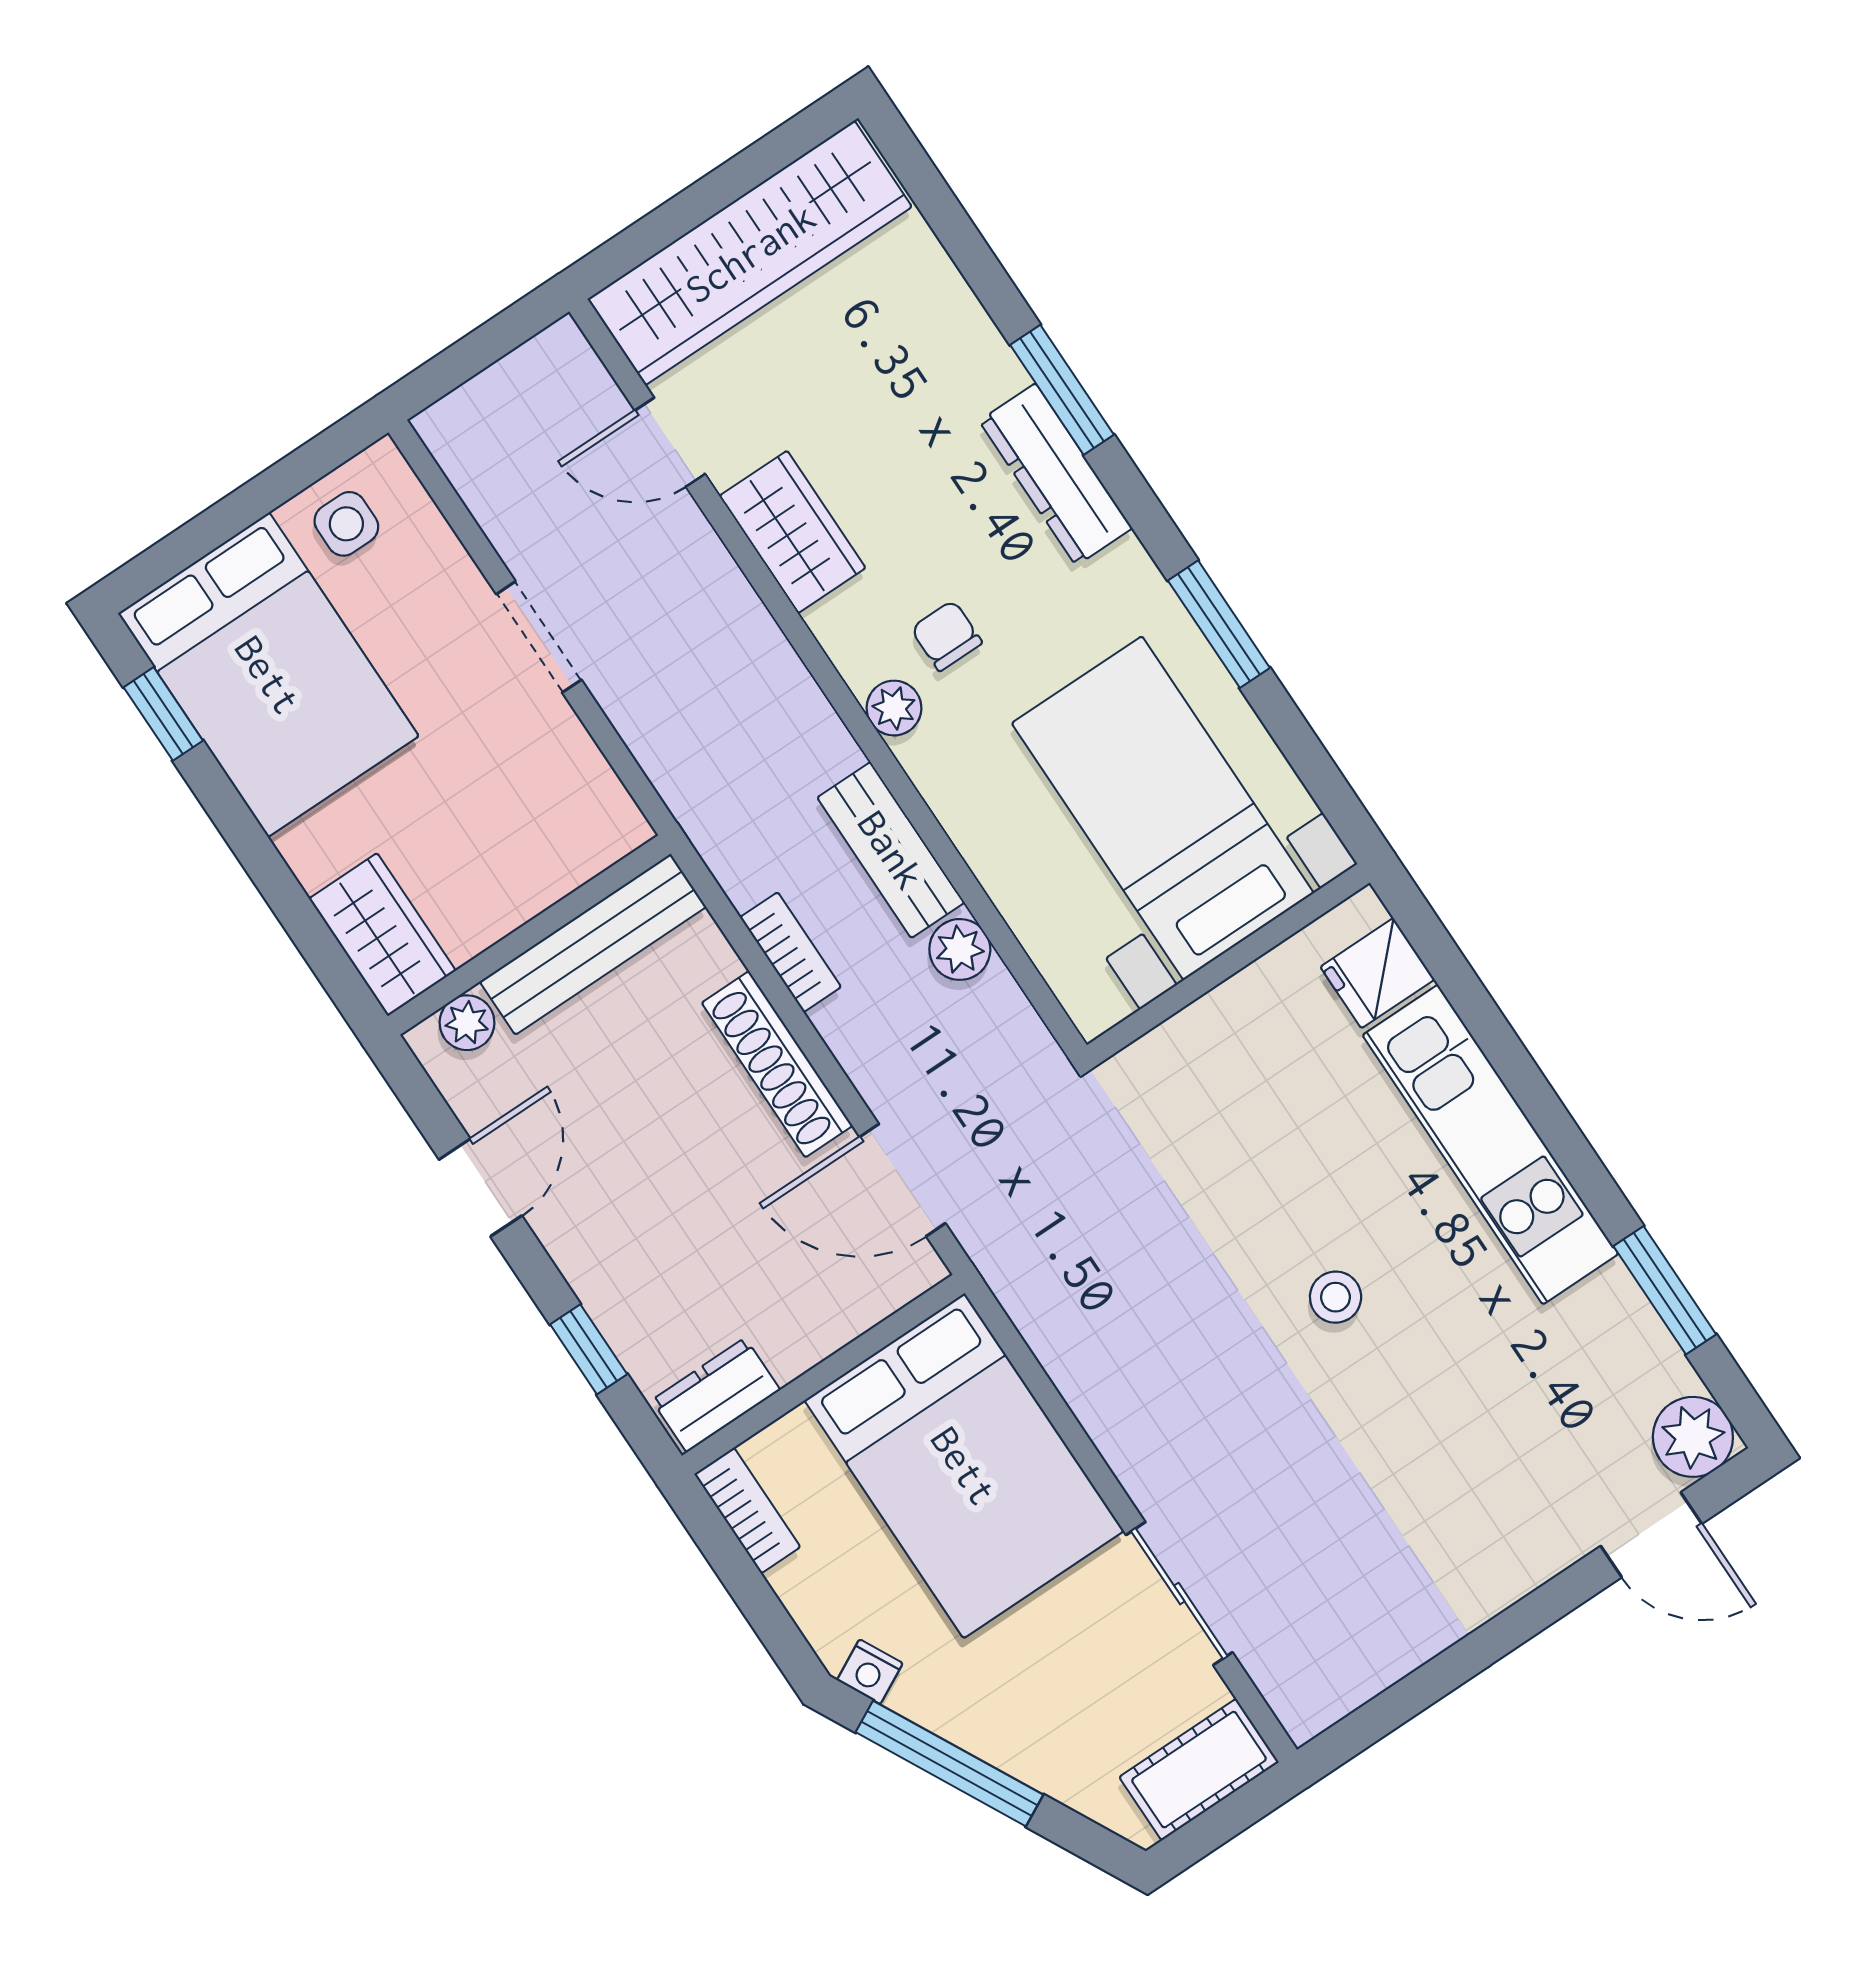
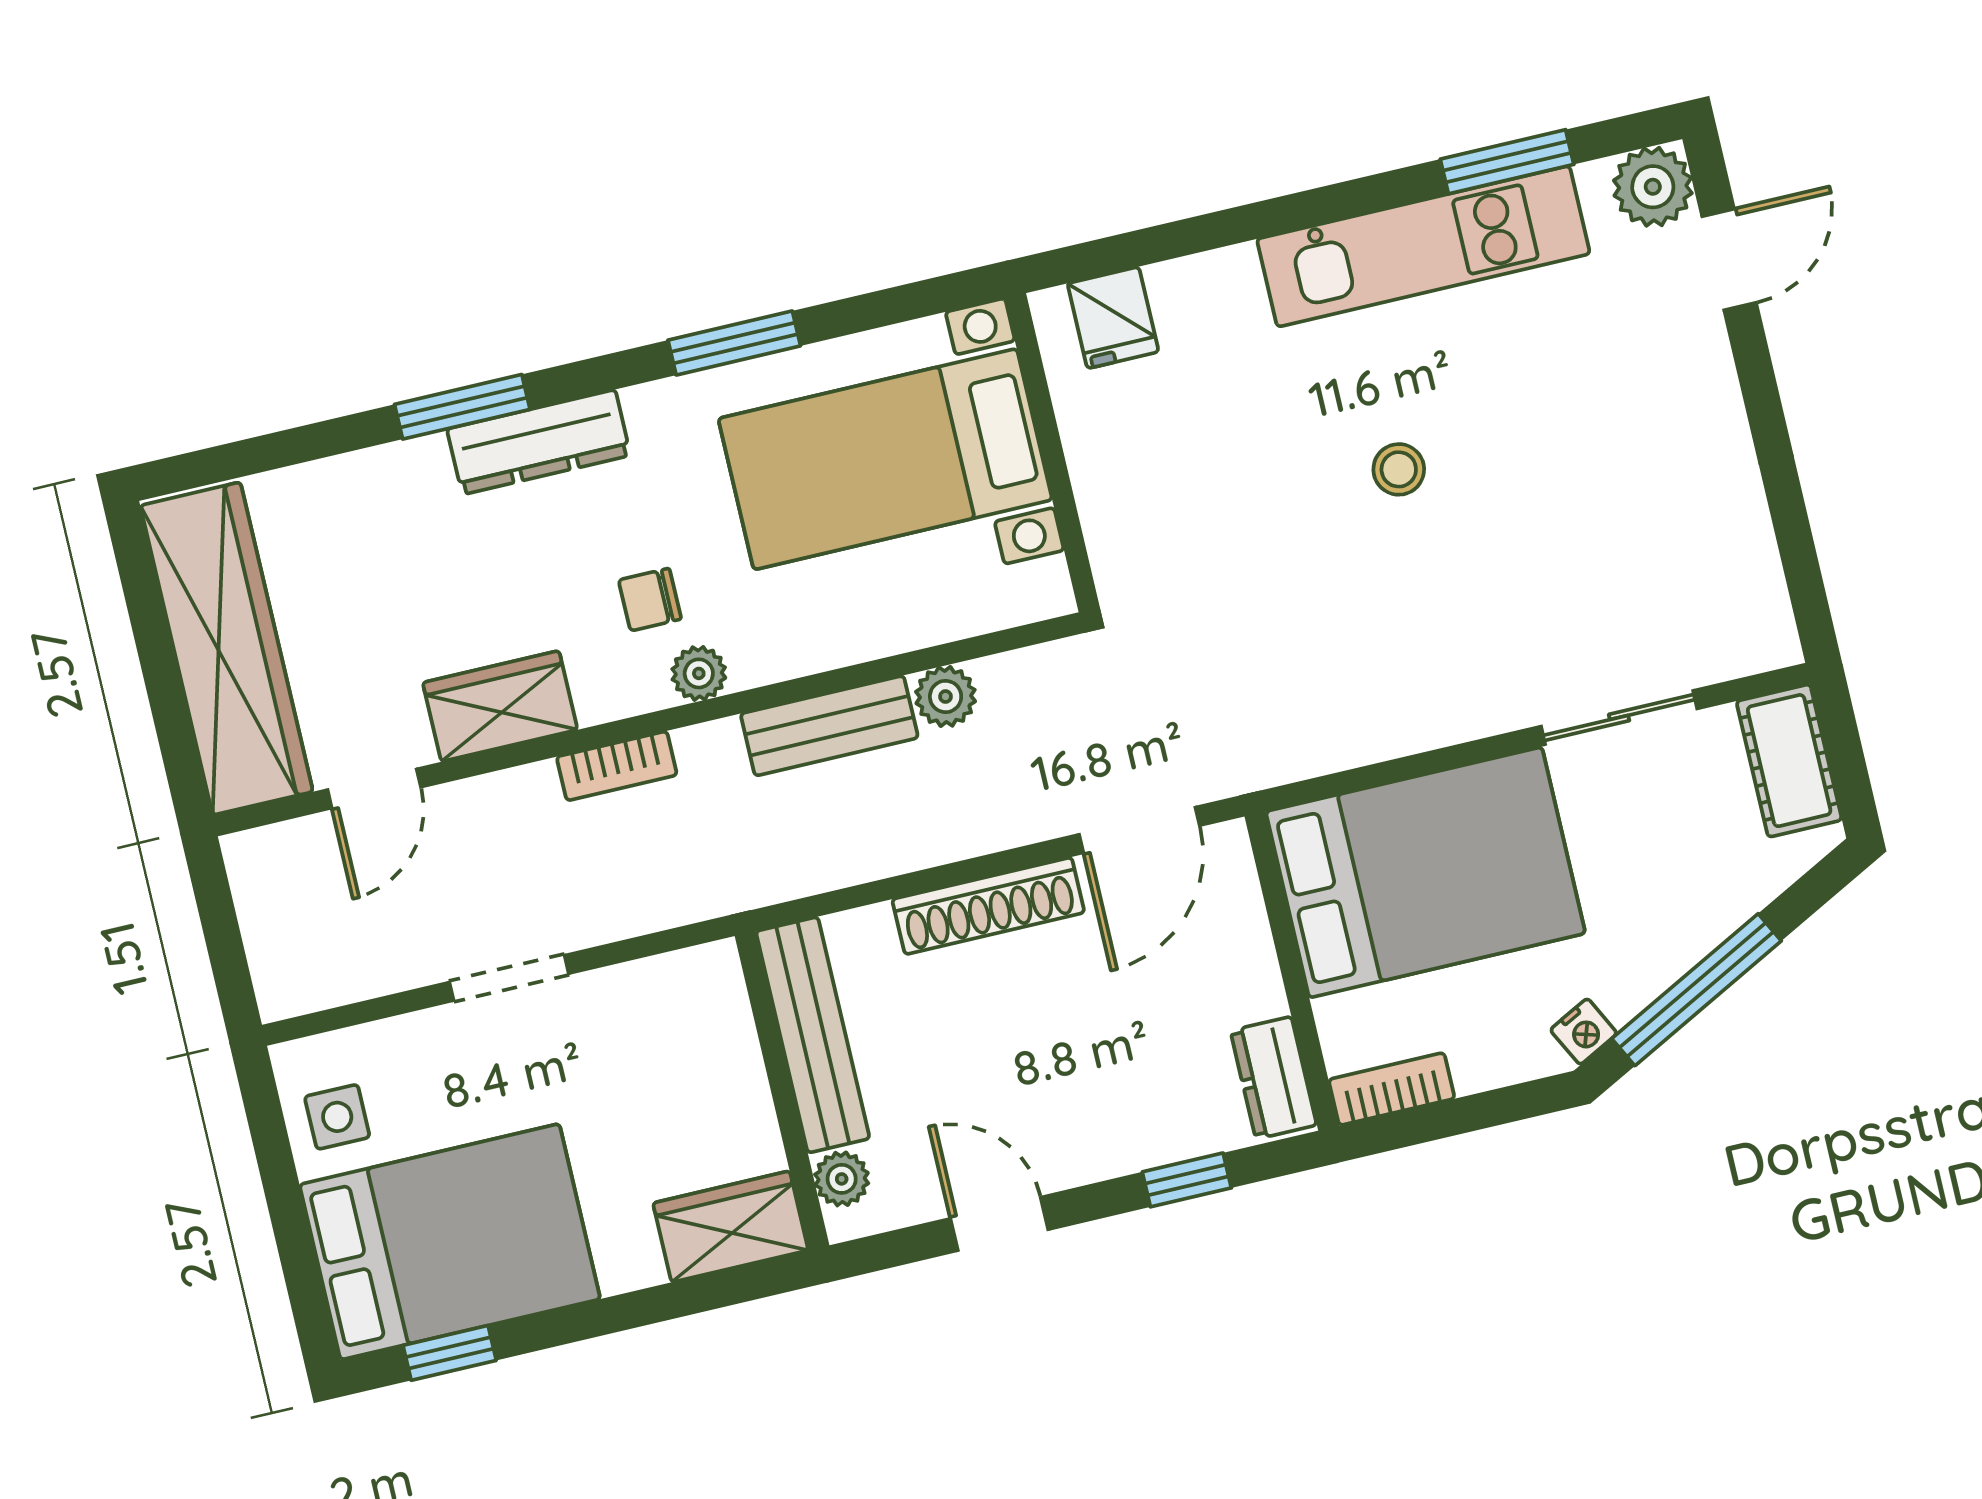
bookcase: (791, 952) -> (617, 766), moved, turned 180
kitchen unit: (1490, 1144) -> (1423, 246), moved

